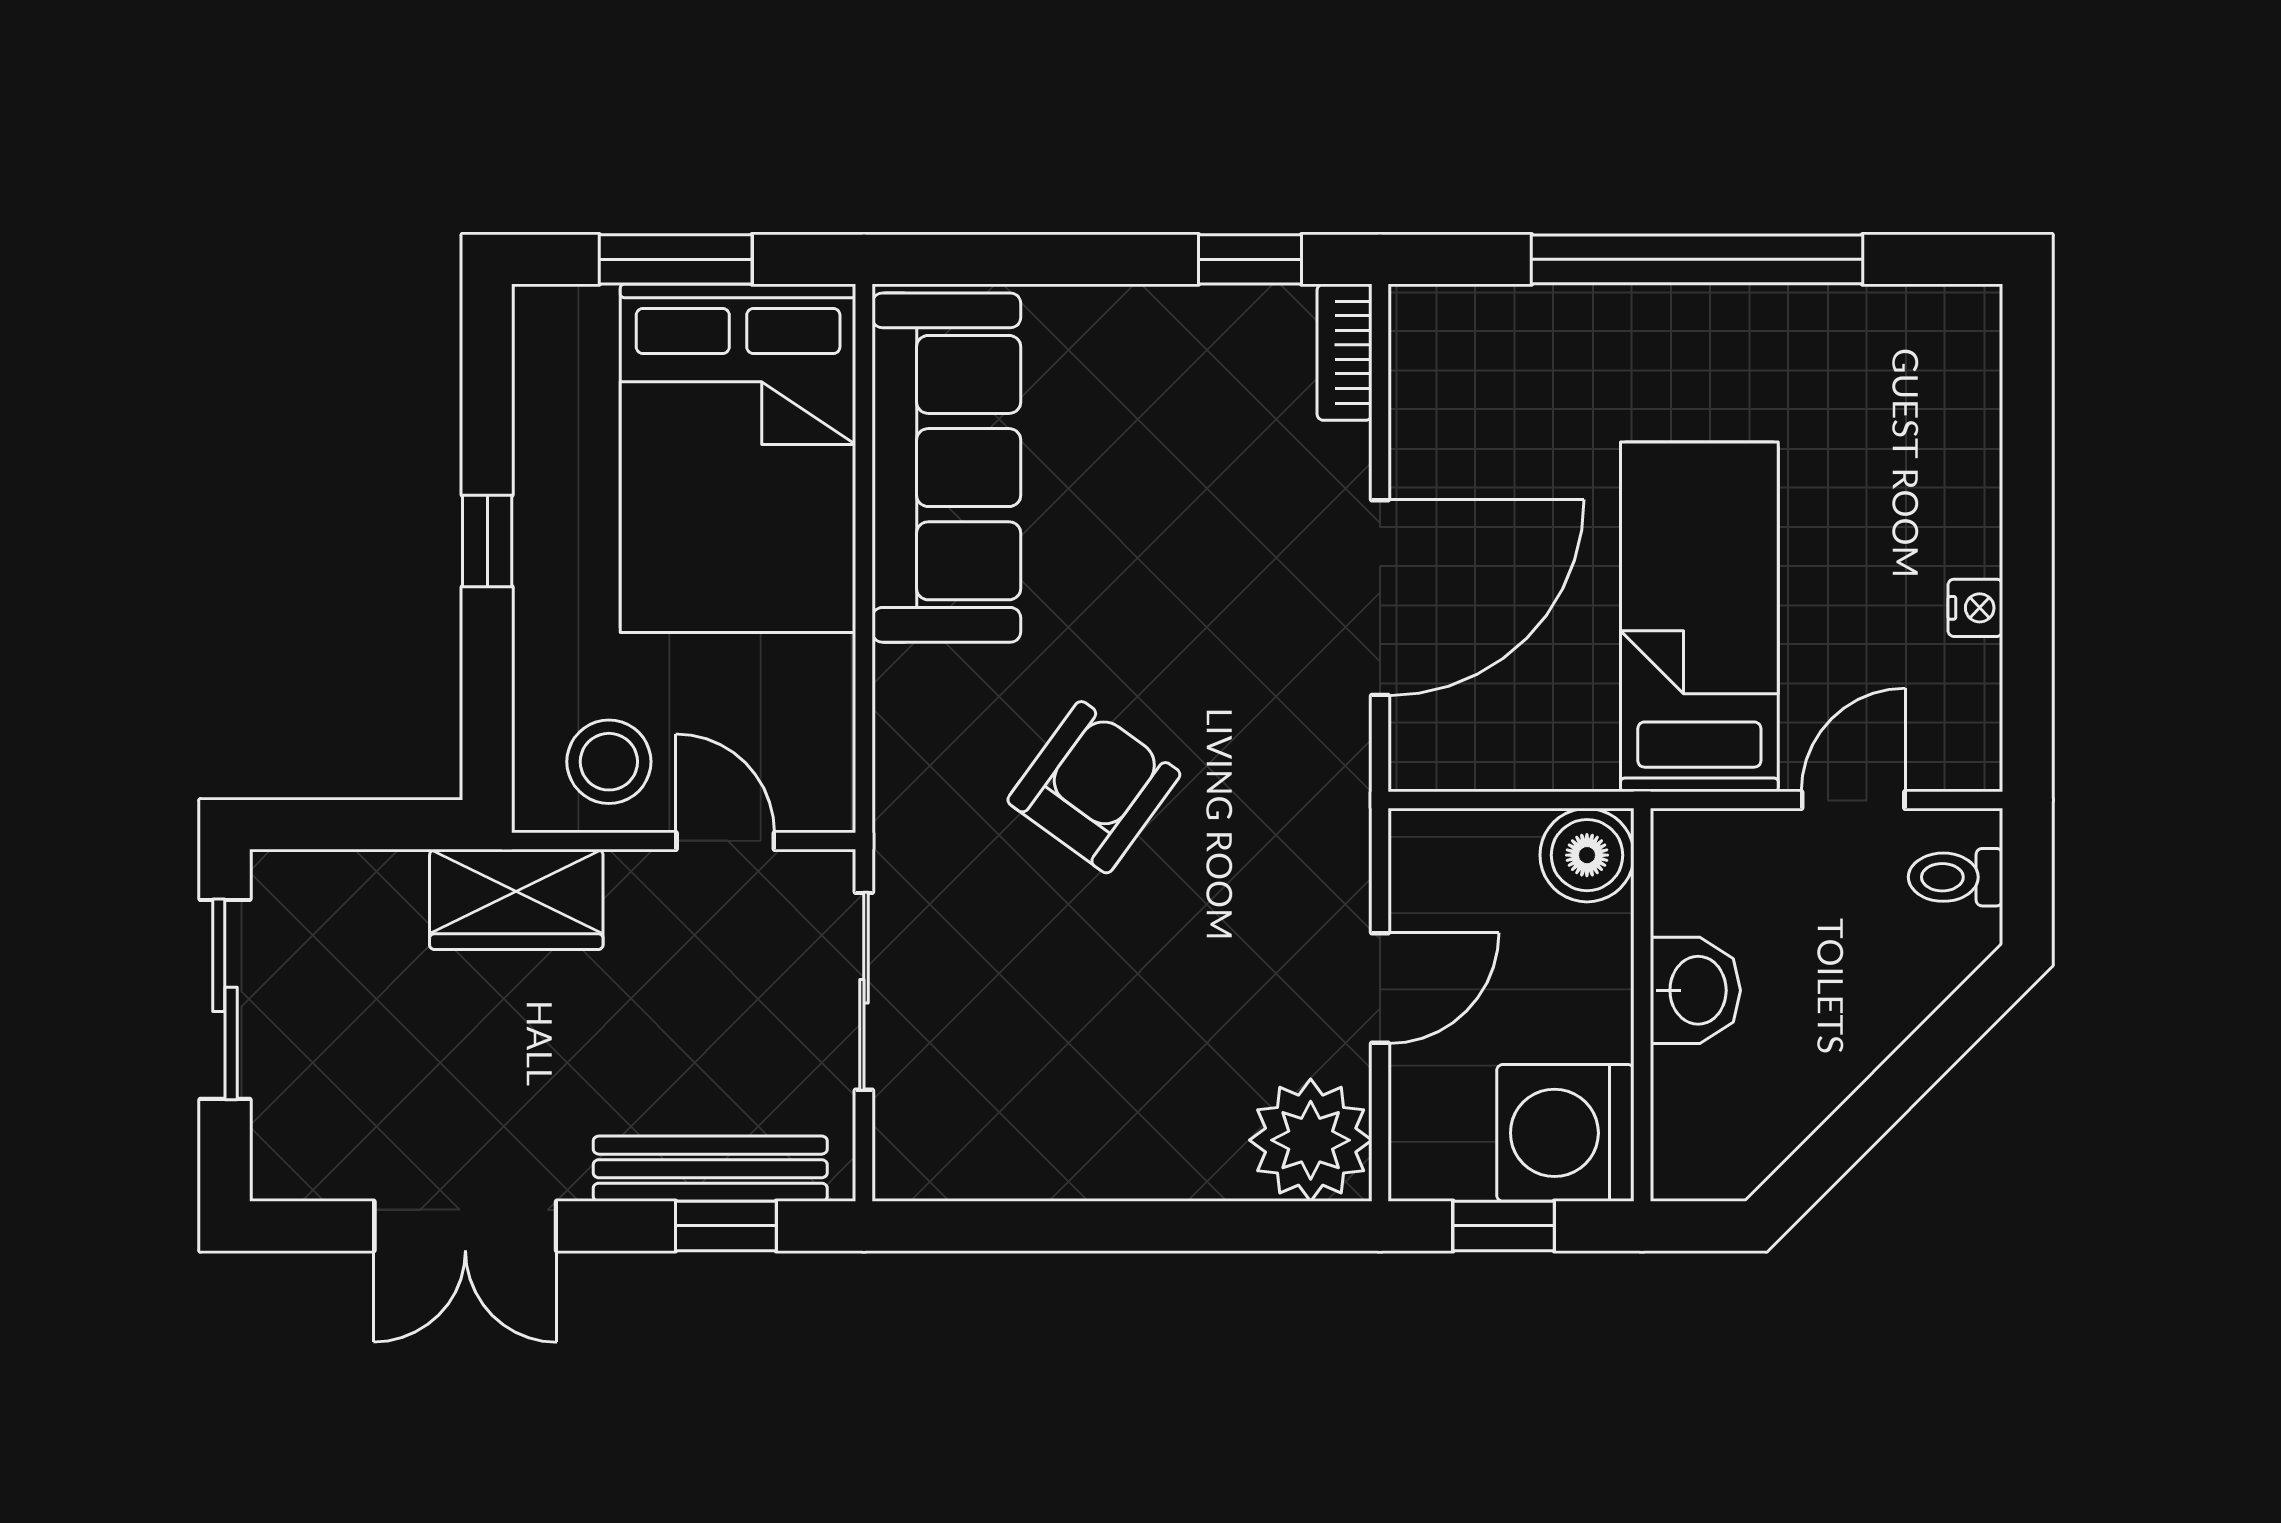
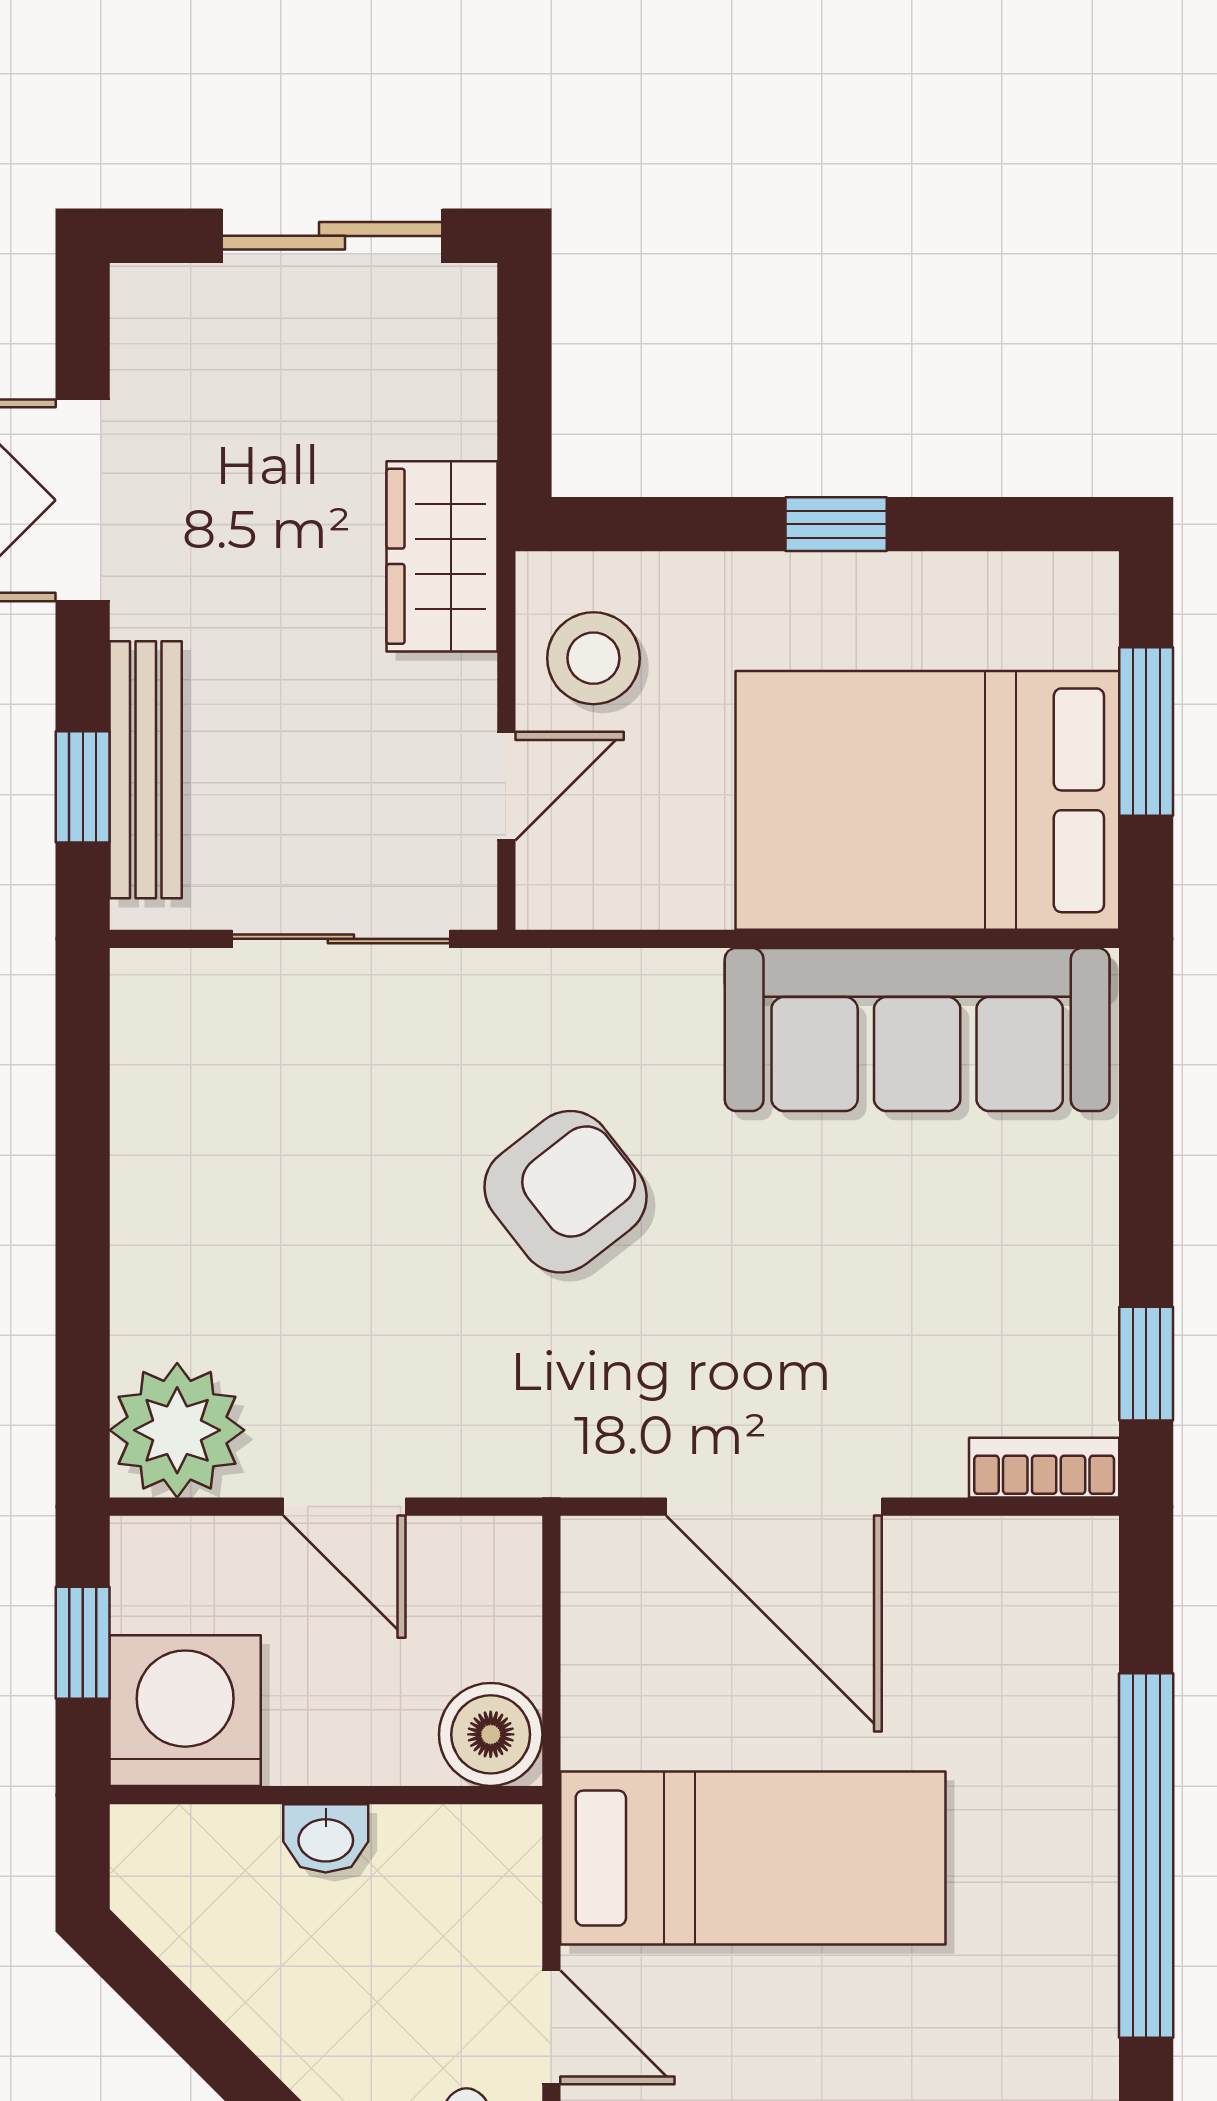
armchair: (1094, 787) -> (565, 1192), turned -74
washbasin: (1695, 990) -> (326, 1838), width x0.72, depth x0.69

